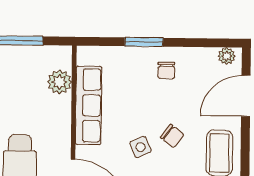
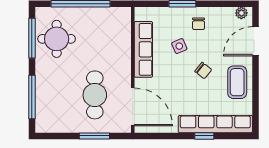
plant: (59, 82) -> (122, 33), removed
side table: (140, 147) -> (179, 46), moved

